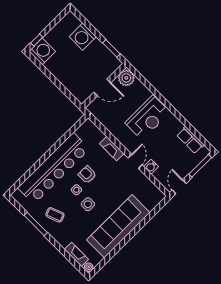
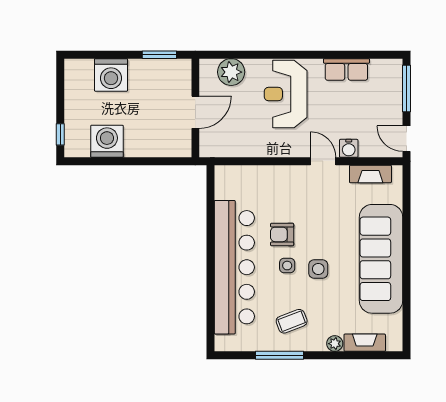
washing machine: (42, 51) -> (107, 141), moved
plant: (126, 78) -> (231, 72), moved
reception desk: (148, 118) -> (286, 94), turned 180
row of seats: (190, 140) -> (346, 69), moved
fireplace: (112, 149) -> (370, 174), moved
plant: (89, 267) -> (335, 344), moved

